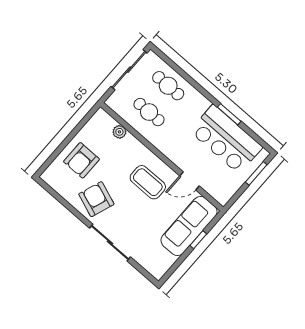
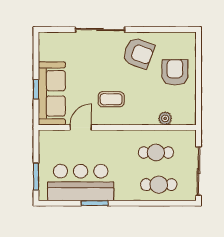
coffee table: (148, 182) -> (111, 99), width x0.73, depth x0.77

